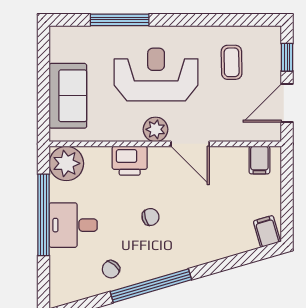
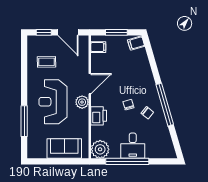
window: (287, 194) -> (116, 32), added
chair: (111, 269) -> (147, 113), moved

